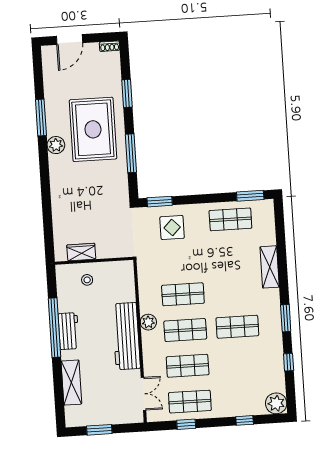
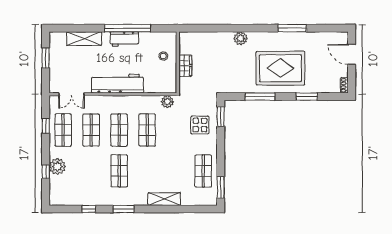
plant: (56, 145) -> (241, 38), moved
wardrobe: (81, 252) -> (185, 66), moved
plant: (148, 322) -> (167, 102), moved
plant: (276, 403) -> (57, 167), moved

